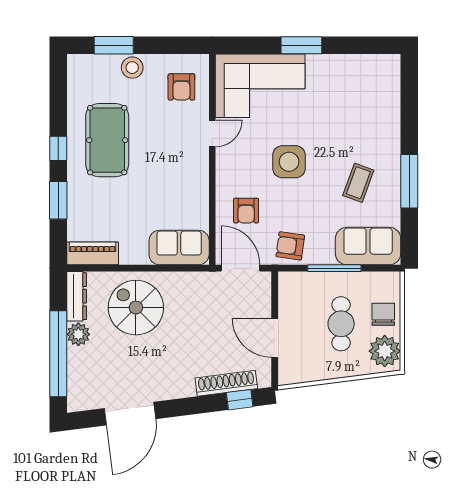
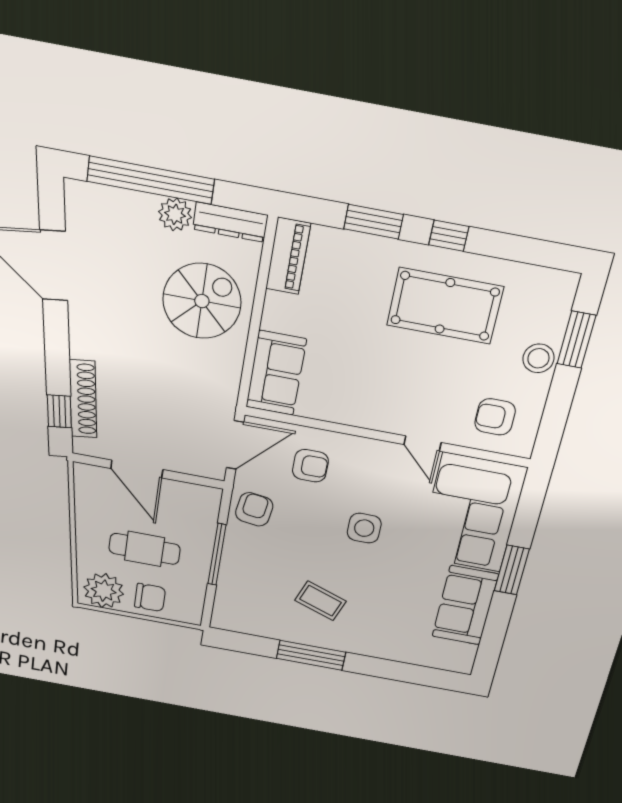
side table: (289, 162) -> (364, 528), width x0.73, depth x0.73
armchair: (246, 211) -> (310, 466), turned 180
sofa: (368, 246) -> (465, 605), moved, turned 180
door: (275, 338) -> (137, 469), swing flipped

